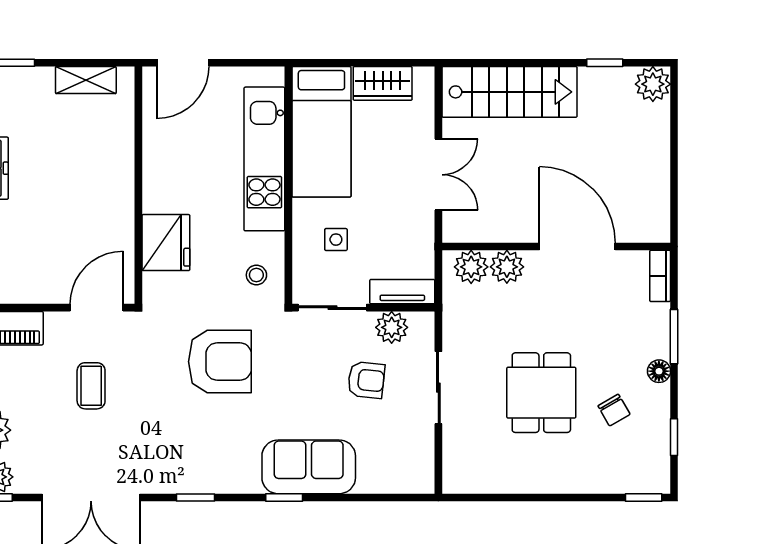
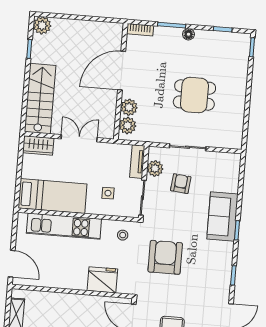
wardrobe: (383, 83) -> (38, 146), moved, turned 90
chair: (614, 410) -> (206, 59), removed

